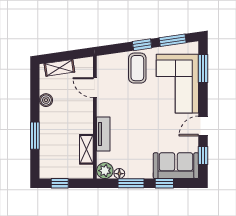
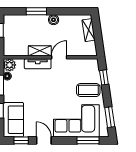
window: (142, 45) -> (104, 77), moved
door: (95, 88) -> (59, 57), moved
boiler: (46, 100) -> (54, 20), moved
shelving: (86, 149) -> (40, 51), moved

